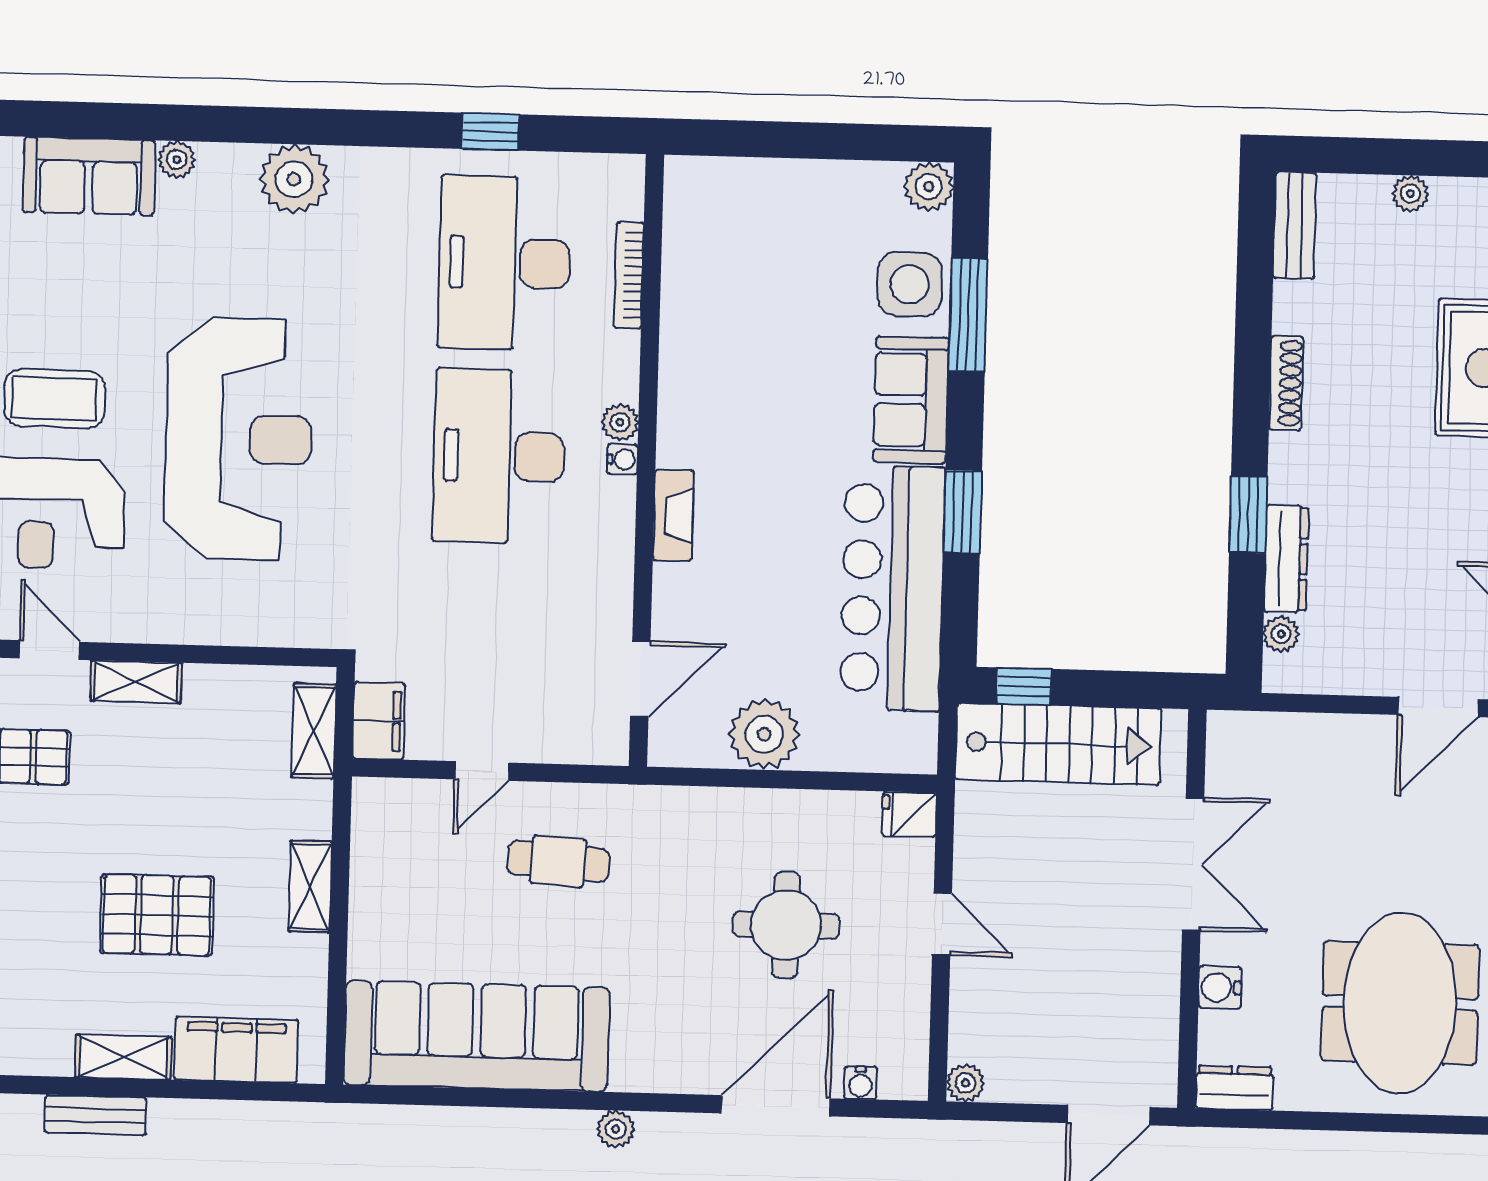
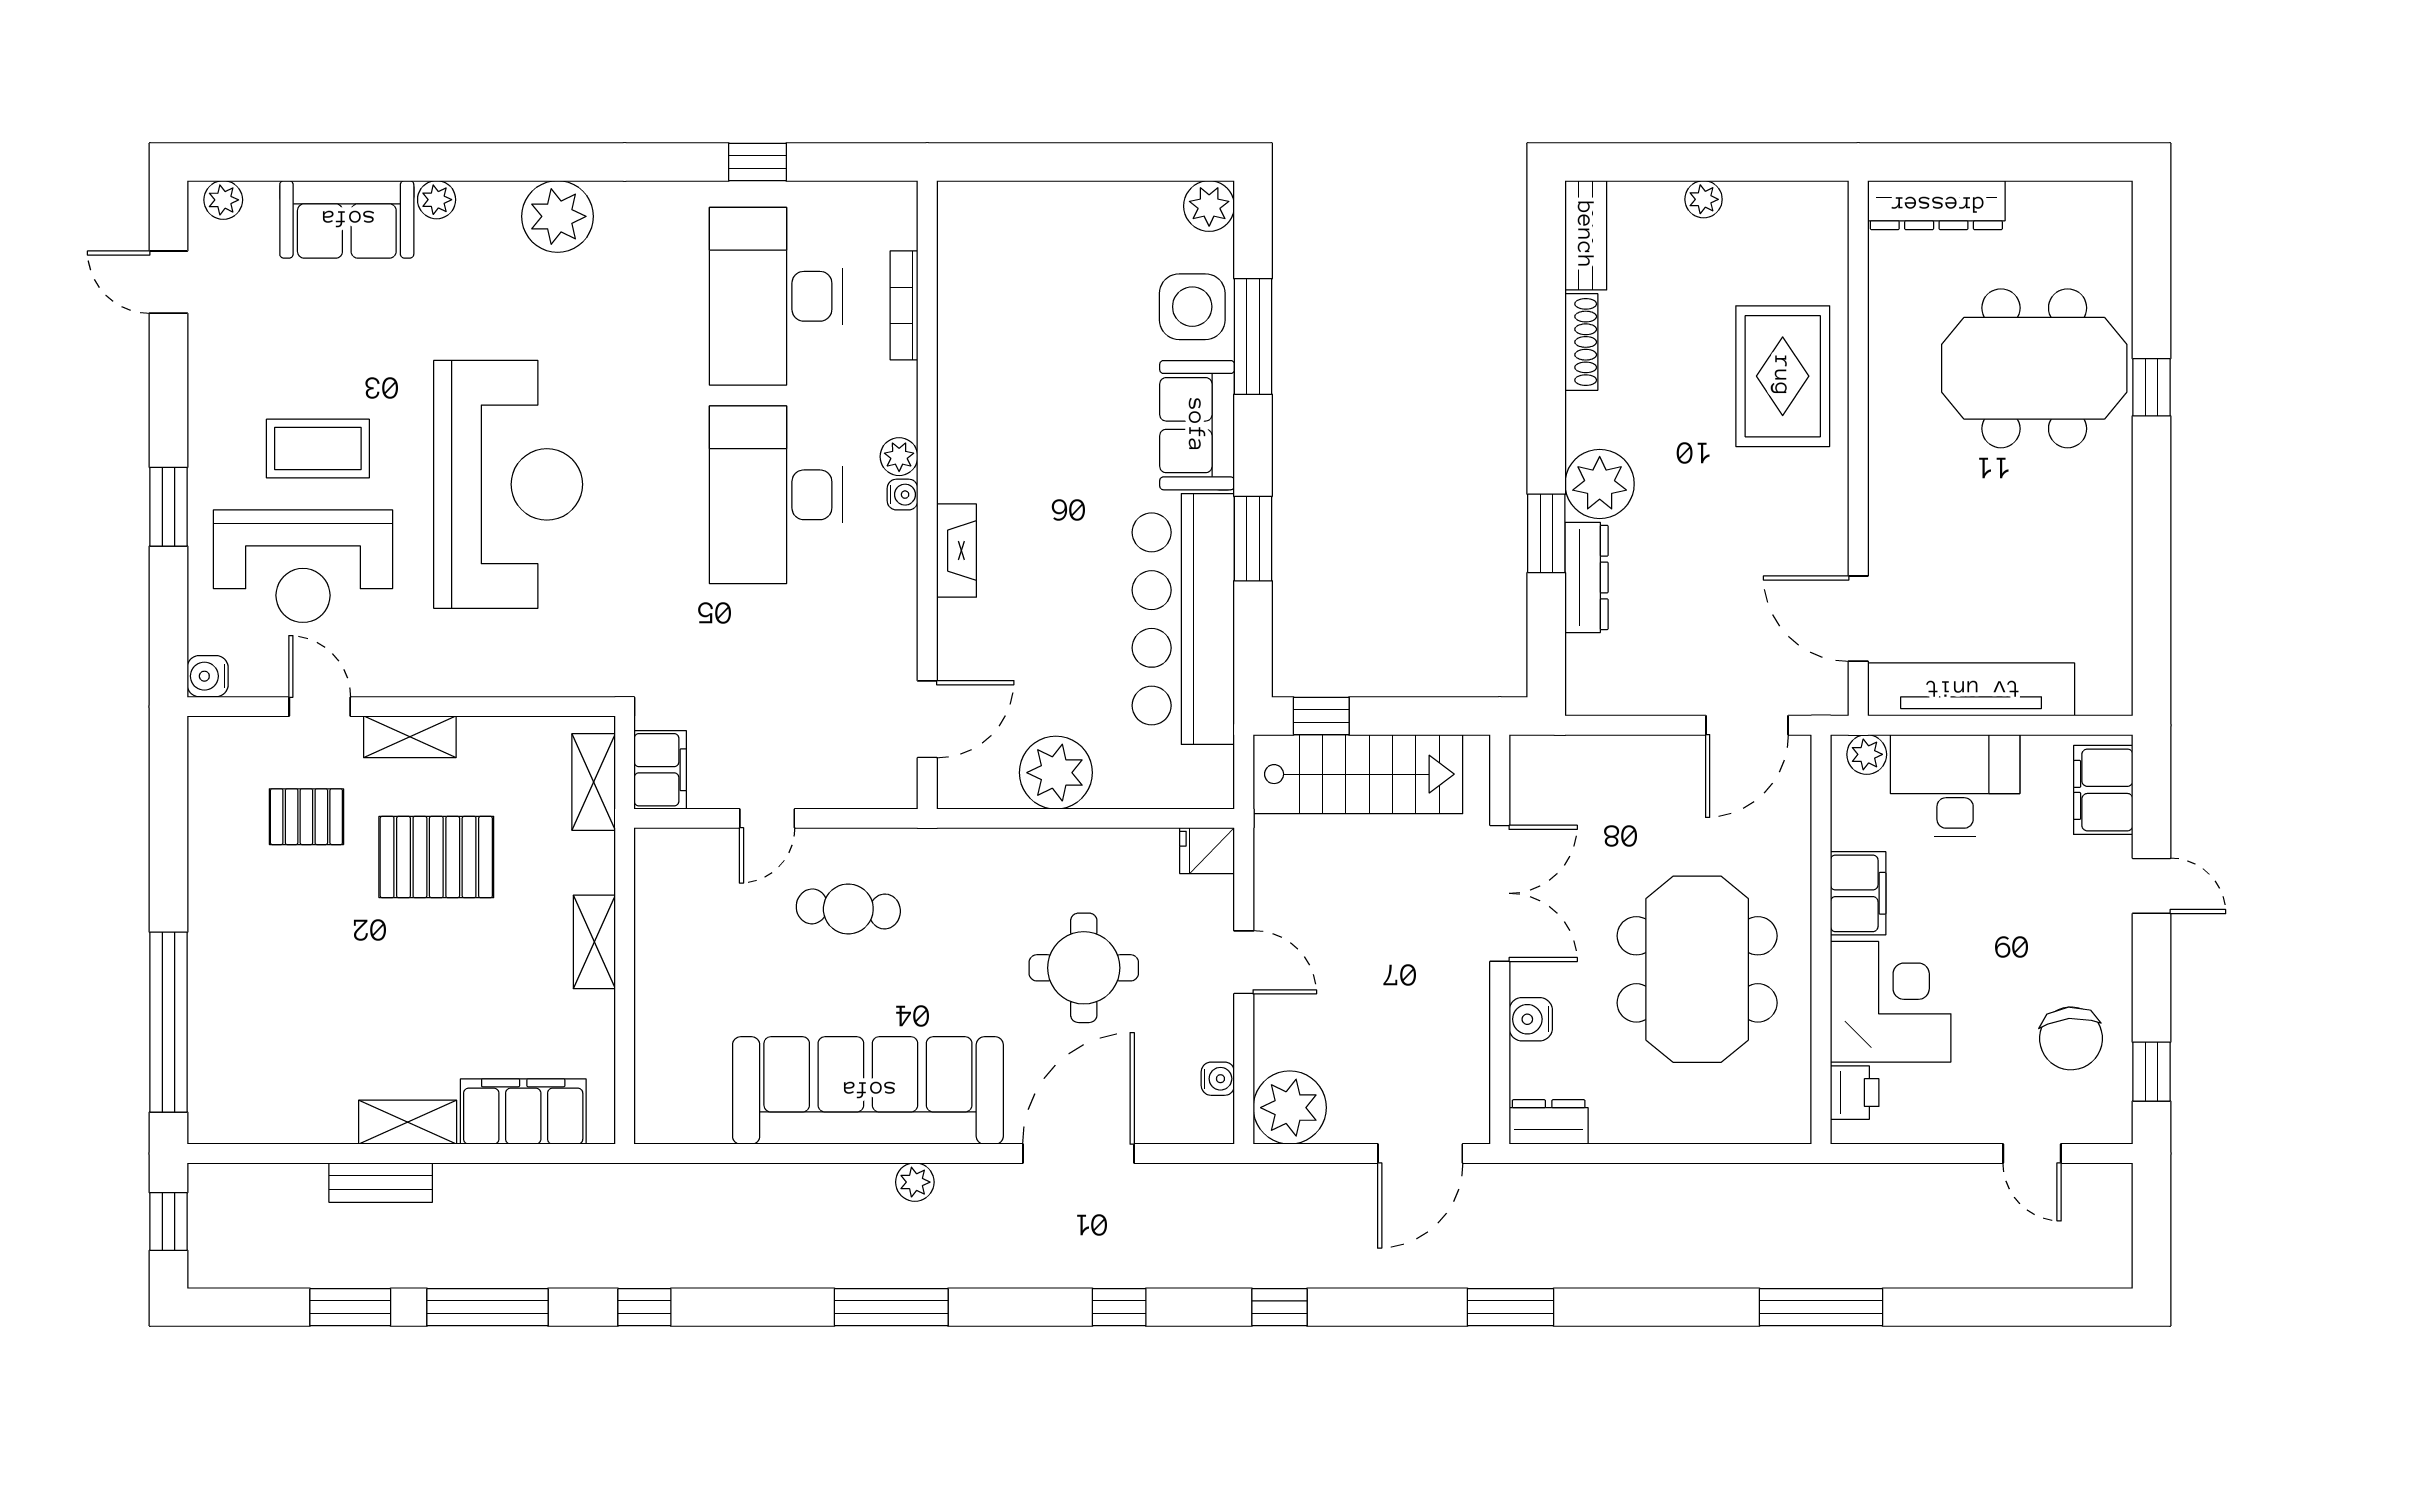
shoe rack: (1286, 383) -> (1581, 342), moved
plant: (1281, 634) -> (1600, 484), moved, width x1.88, depth x1.88
pallet: (157, 915) -> (436, 857), moved
meeting table: (1400, 1003) -> (1697, 969), moved
sofa: (476, 1036) -> (868, 1090), moved
water cooler: (861, 1083) -> (1218, 1079), moved, turned -90
plant: (966, 1083) -> (1290, 1108), width x1.88, depth x1.88

